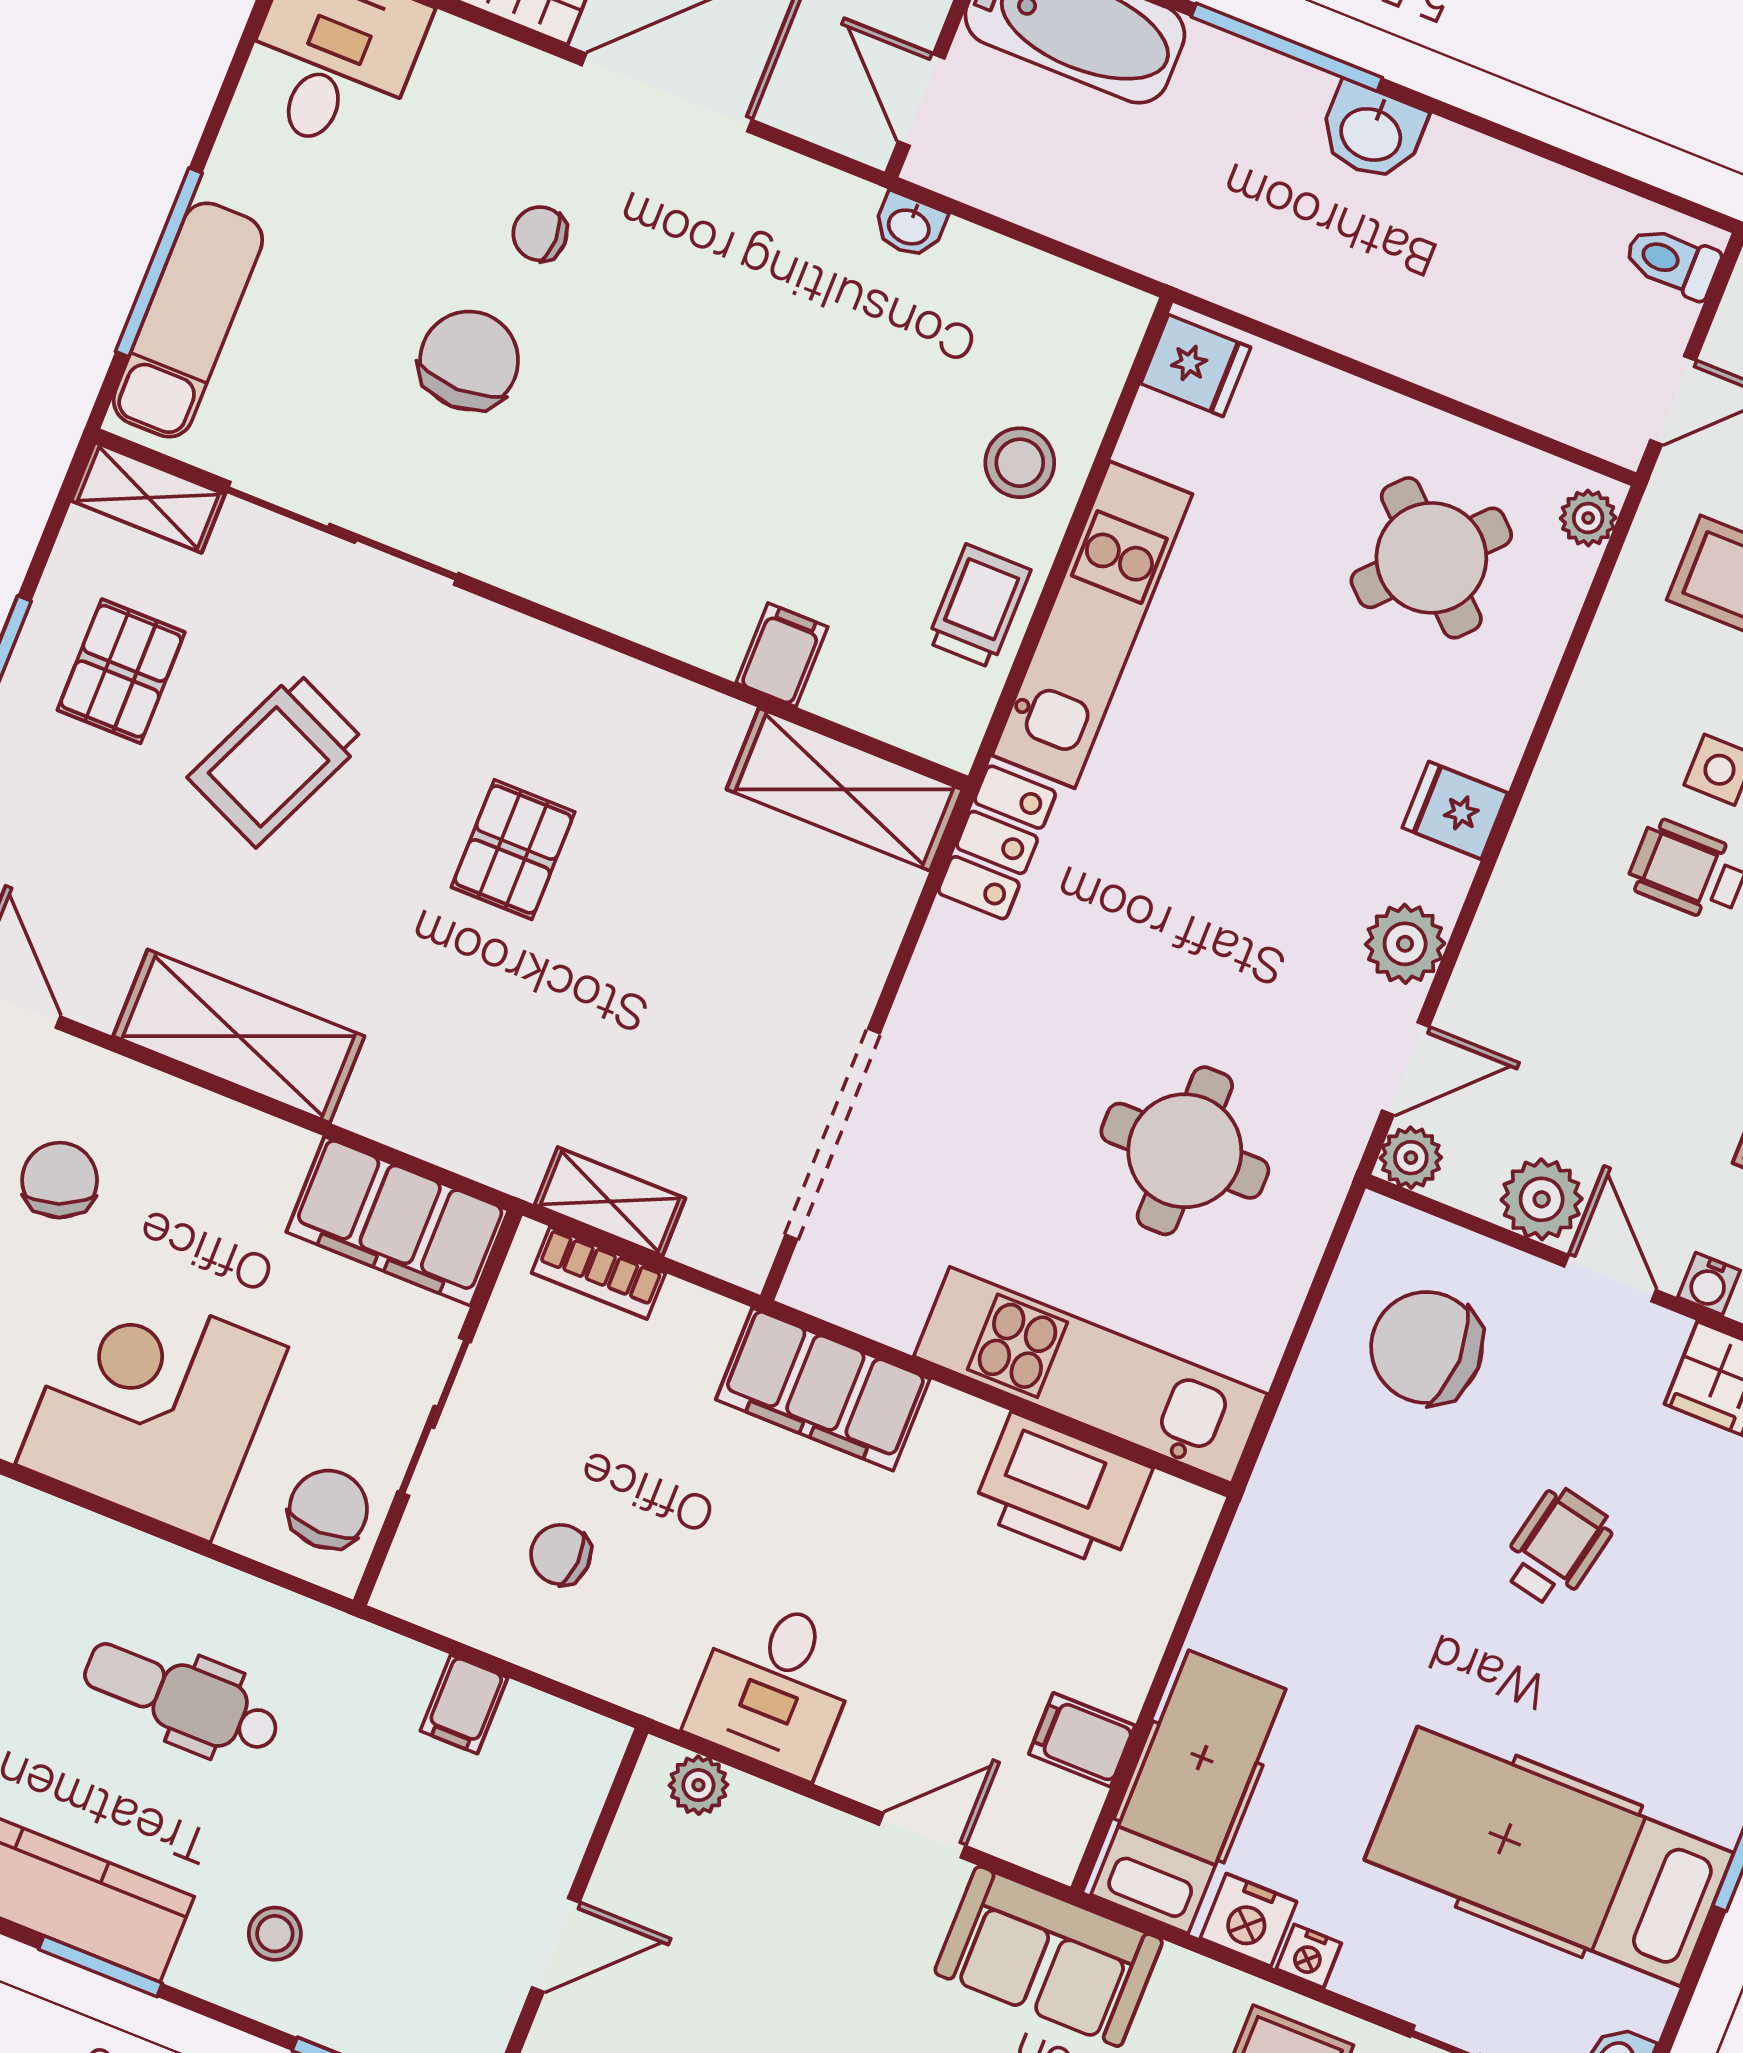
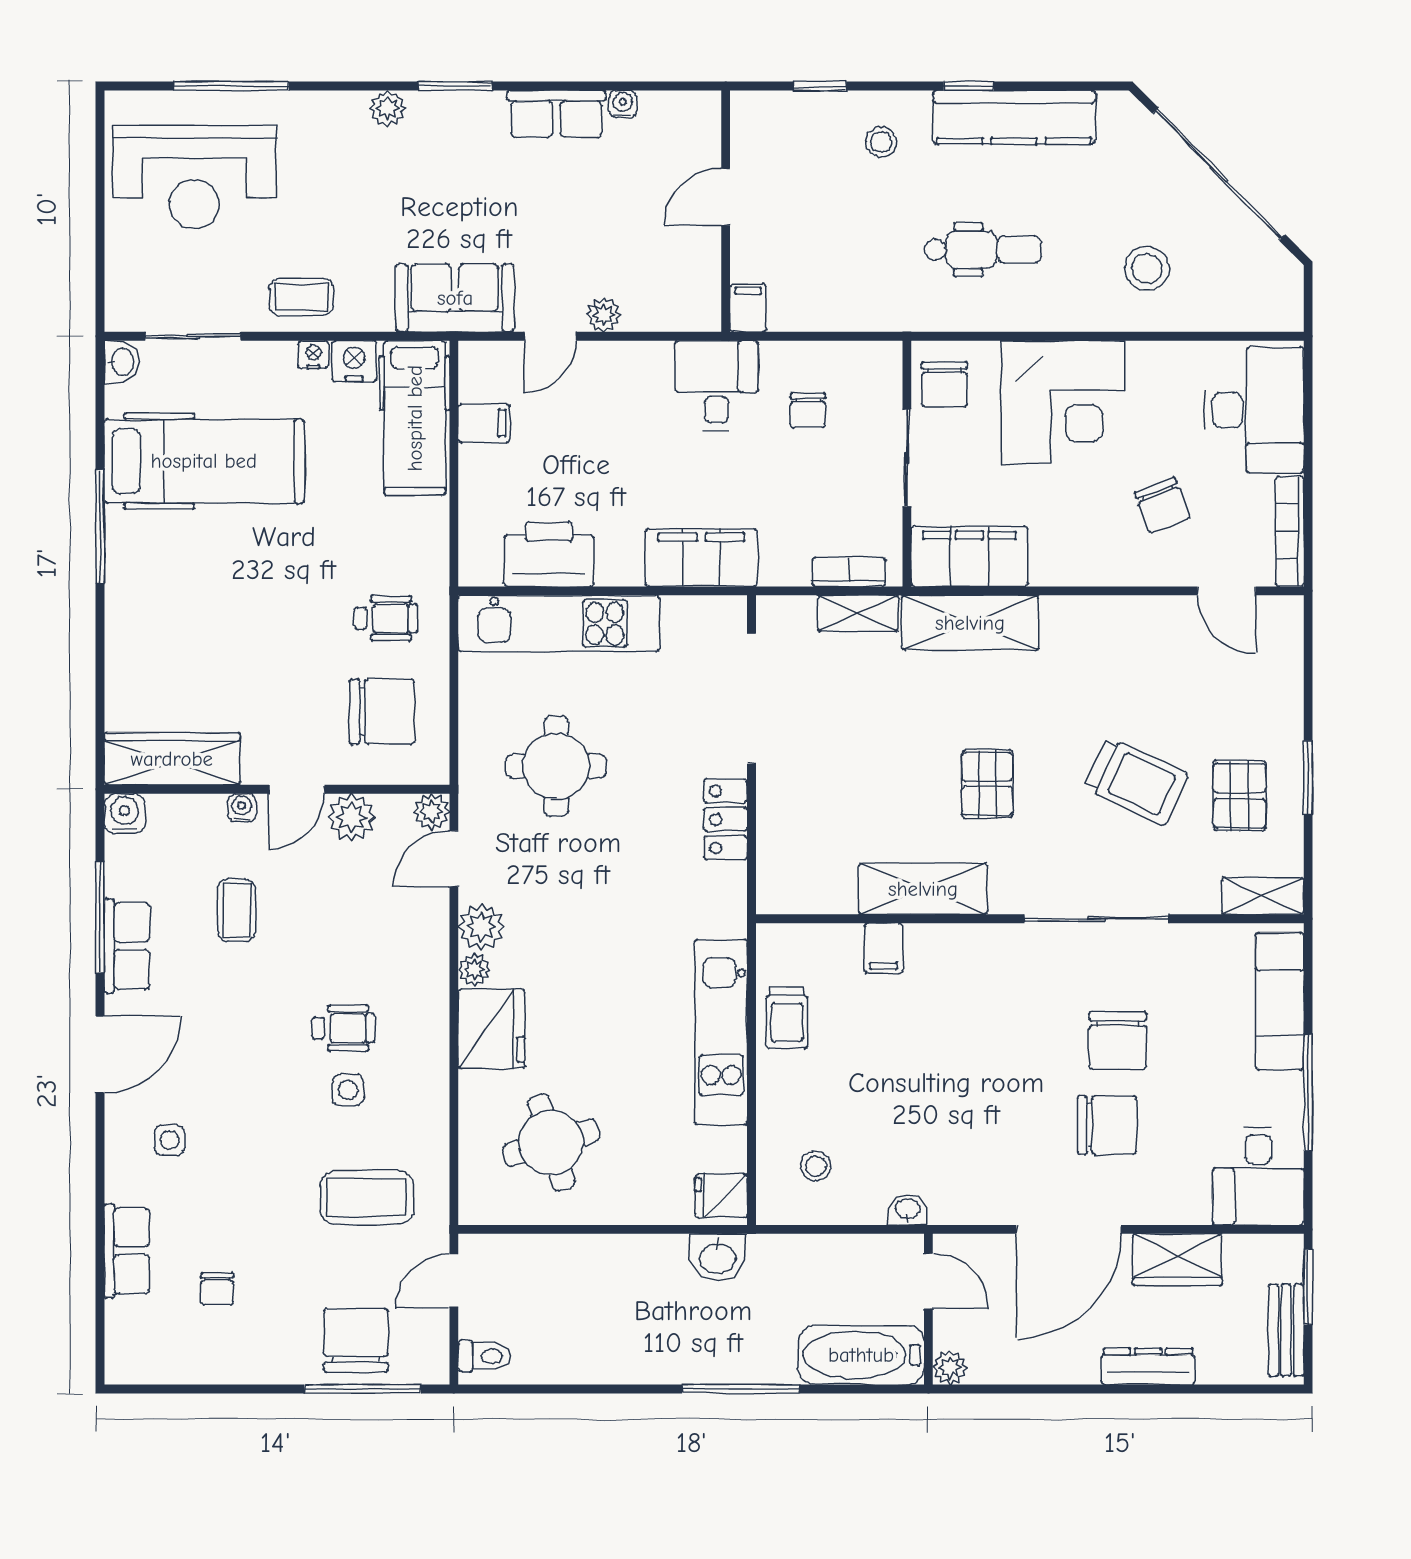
washbasin: (1372, 132) -> (718, 1257), moved, turned 180
chair: (540, 234) -> (1107, 1125), width x1.87, depth x1.87
window: (159, 262) -> (1308, 1093), moved
stool: (1020, 463) -> (816, 1166), moved, width x0.73, depth x0.73
plant: (1588, 518) -> (474, 970), moved
sliding door: (342, 533) -> (1097, 919), moved
round table: (1431, 558) -> (551, 1143), turned 30
trolley: (276, 759) -> (1136, 781), turned 91
shelving: (844, 789) -> (923, 889), moved
fridge: (1455, 810) -> (492, 1029), width x1.88, depth x1.34
locker: (997, 842) -> (726, 819), moved
shelving: (239, 1036) -> (970, 623), moved
door: (1610, 1278) -> (297, 789), hinge flipped
wheelchair: (1557, 1547) -> (386, 618), moved, turned -102
chair: (561, 1554) -> (808, 410), turned 87
desk: (775, 1686) -> (717, 385), moved
filing cabinet: (464, 1704) -> (748, 308), moved
plant: (698, 1785) -> (604, 315), moved
window: (100, 1966) -> (969, 86), width x0.67

